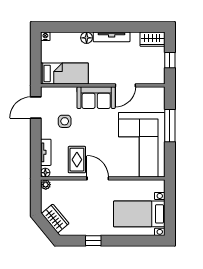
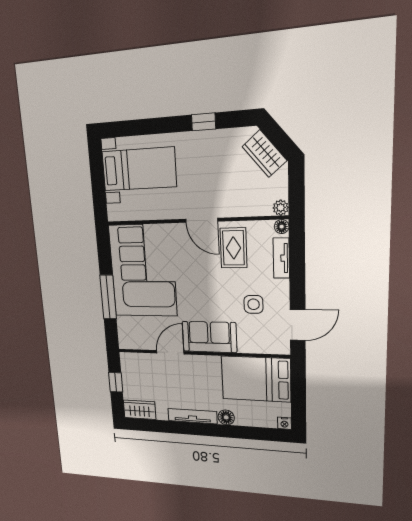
bed: (64, 73) -> (256, 379), width x1.50

